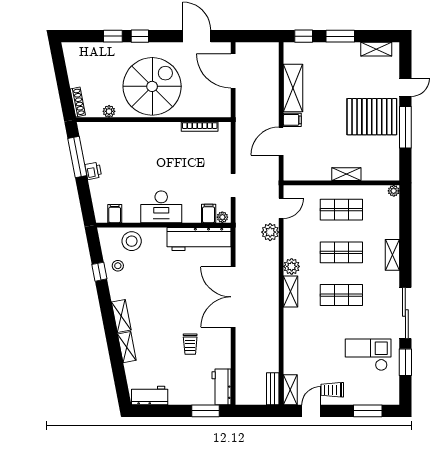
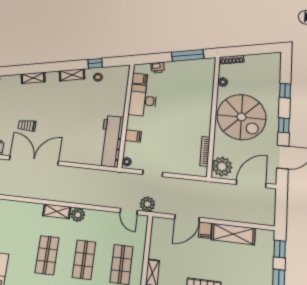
window: (140, 36) -> (284, 125), moved
plant: (216, 106) -> (222, 167), added
door: (281, 141) -> (187, 218), swing flipped
printer: (93, 171) -> (158, 68), moved
desk: (161, 207) -> (143, 100), moved
filing cabinet: (209, 213) -> (133, 136), moved
plant: (270, 232) -> (147, 204), moved
stool: (132, 241) -> (116, 89), removed
double door: (233, 297) -> (34, 161), moved
shelving: (121, 316) -> (72, 75), moved

